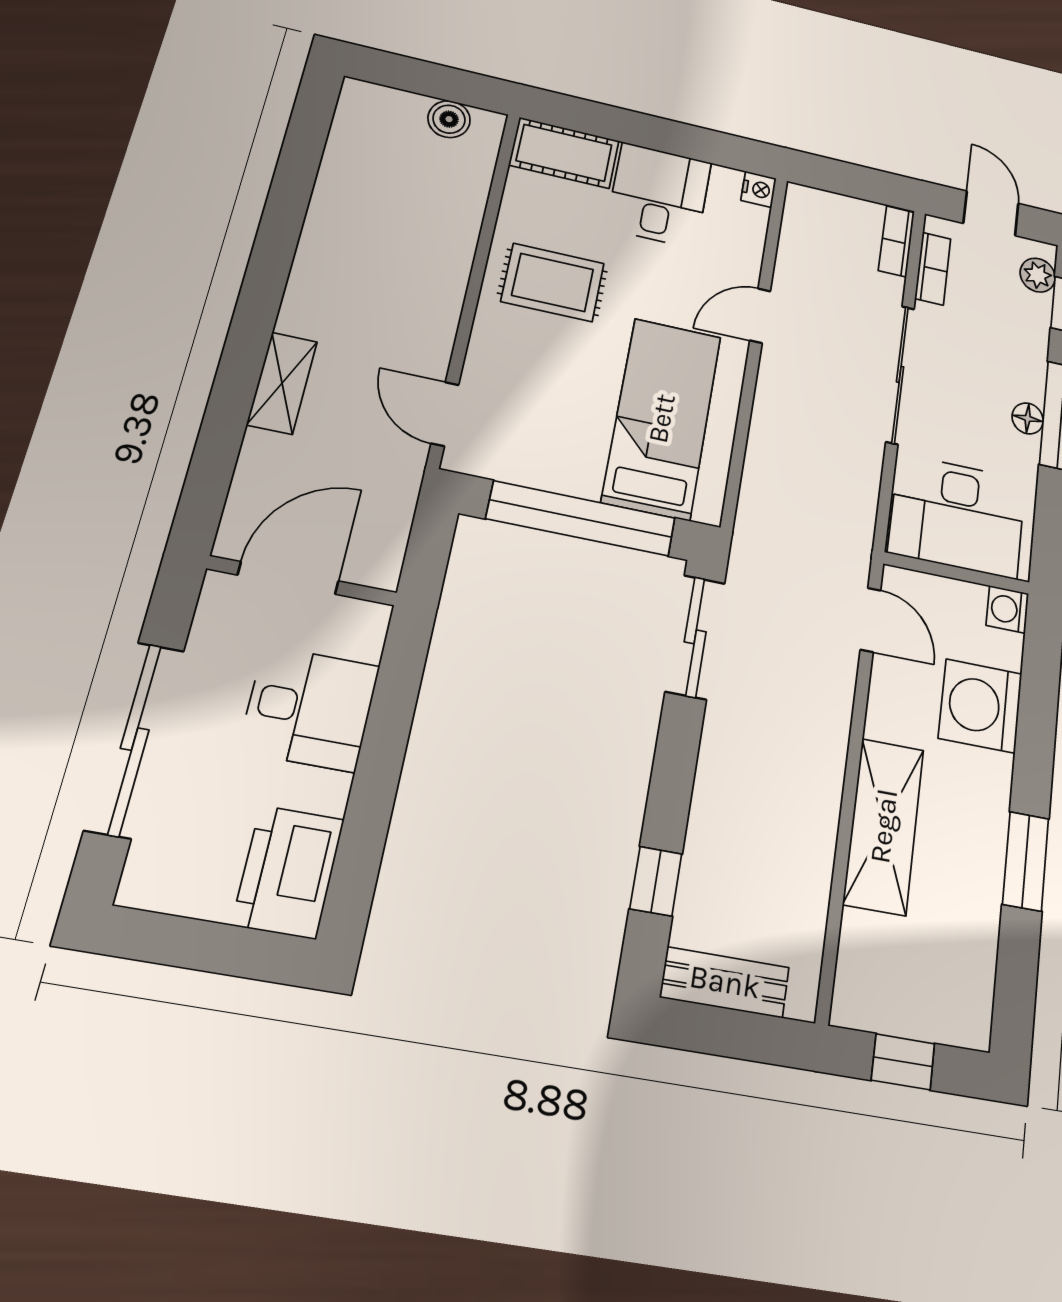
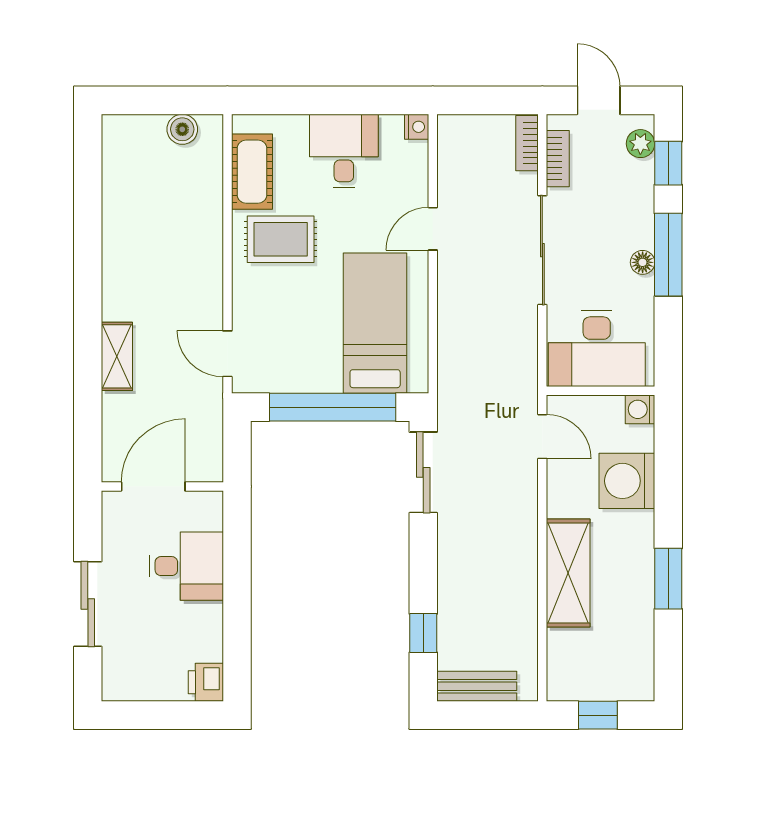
cot: (564, 153) -> (252, 172), moved, turned 90
sliding door: (135, 739) -> (88, 604), width x0.73
printer: (288, 872) -> (206, 682), width x0.53, depth x0.68

